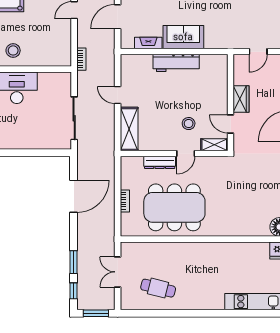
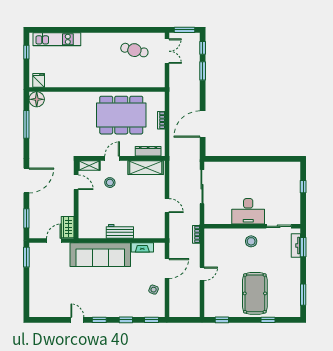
sofa: (183, 37) -> (100, 255), width x1.85, depth x1.27
workbench: (176, 63) -> (120, 231), width x0.73
wardrobe: (241, 99) -> (68, 227), moved
shelving: (129, 129) -> (146, 168), moved, turned 90
dresser: (160, 162) -> (148, 151), moved
double door: (118, 272) -> (167, 51), moved

